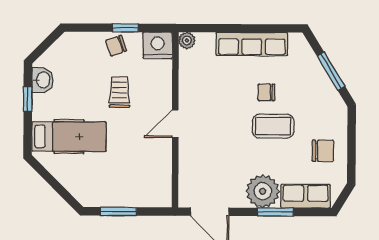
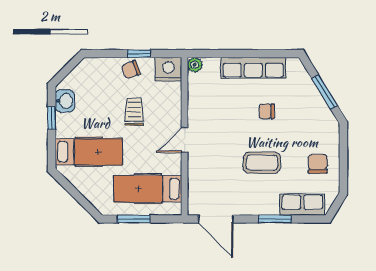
coffee table: (273, 126) -> (262, 163), moved
chair: (323, 151) -> (318, 164), turned -90
hospital bed: (134, 178) -> (148, 189), added
plant: (263, 191) -> (264, 200), removed

